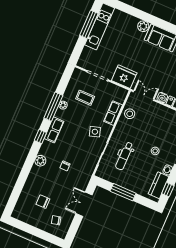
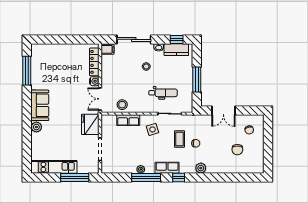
window: (89, 24) -> (75, 178), moved
coffee table: (85, 98) -> (179, 139), moved

